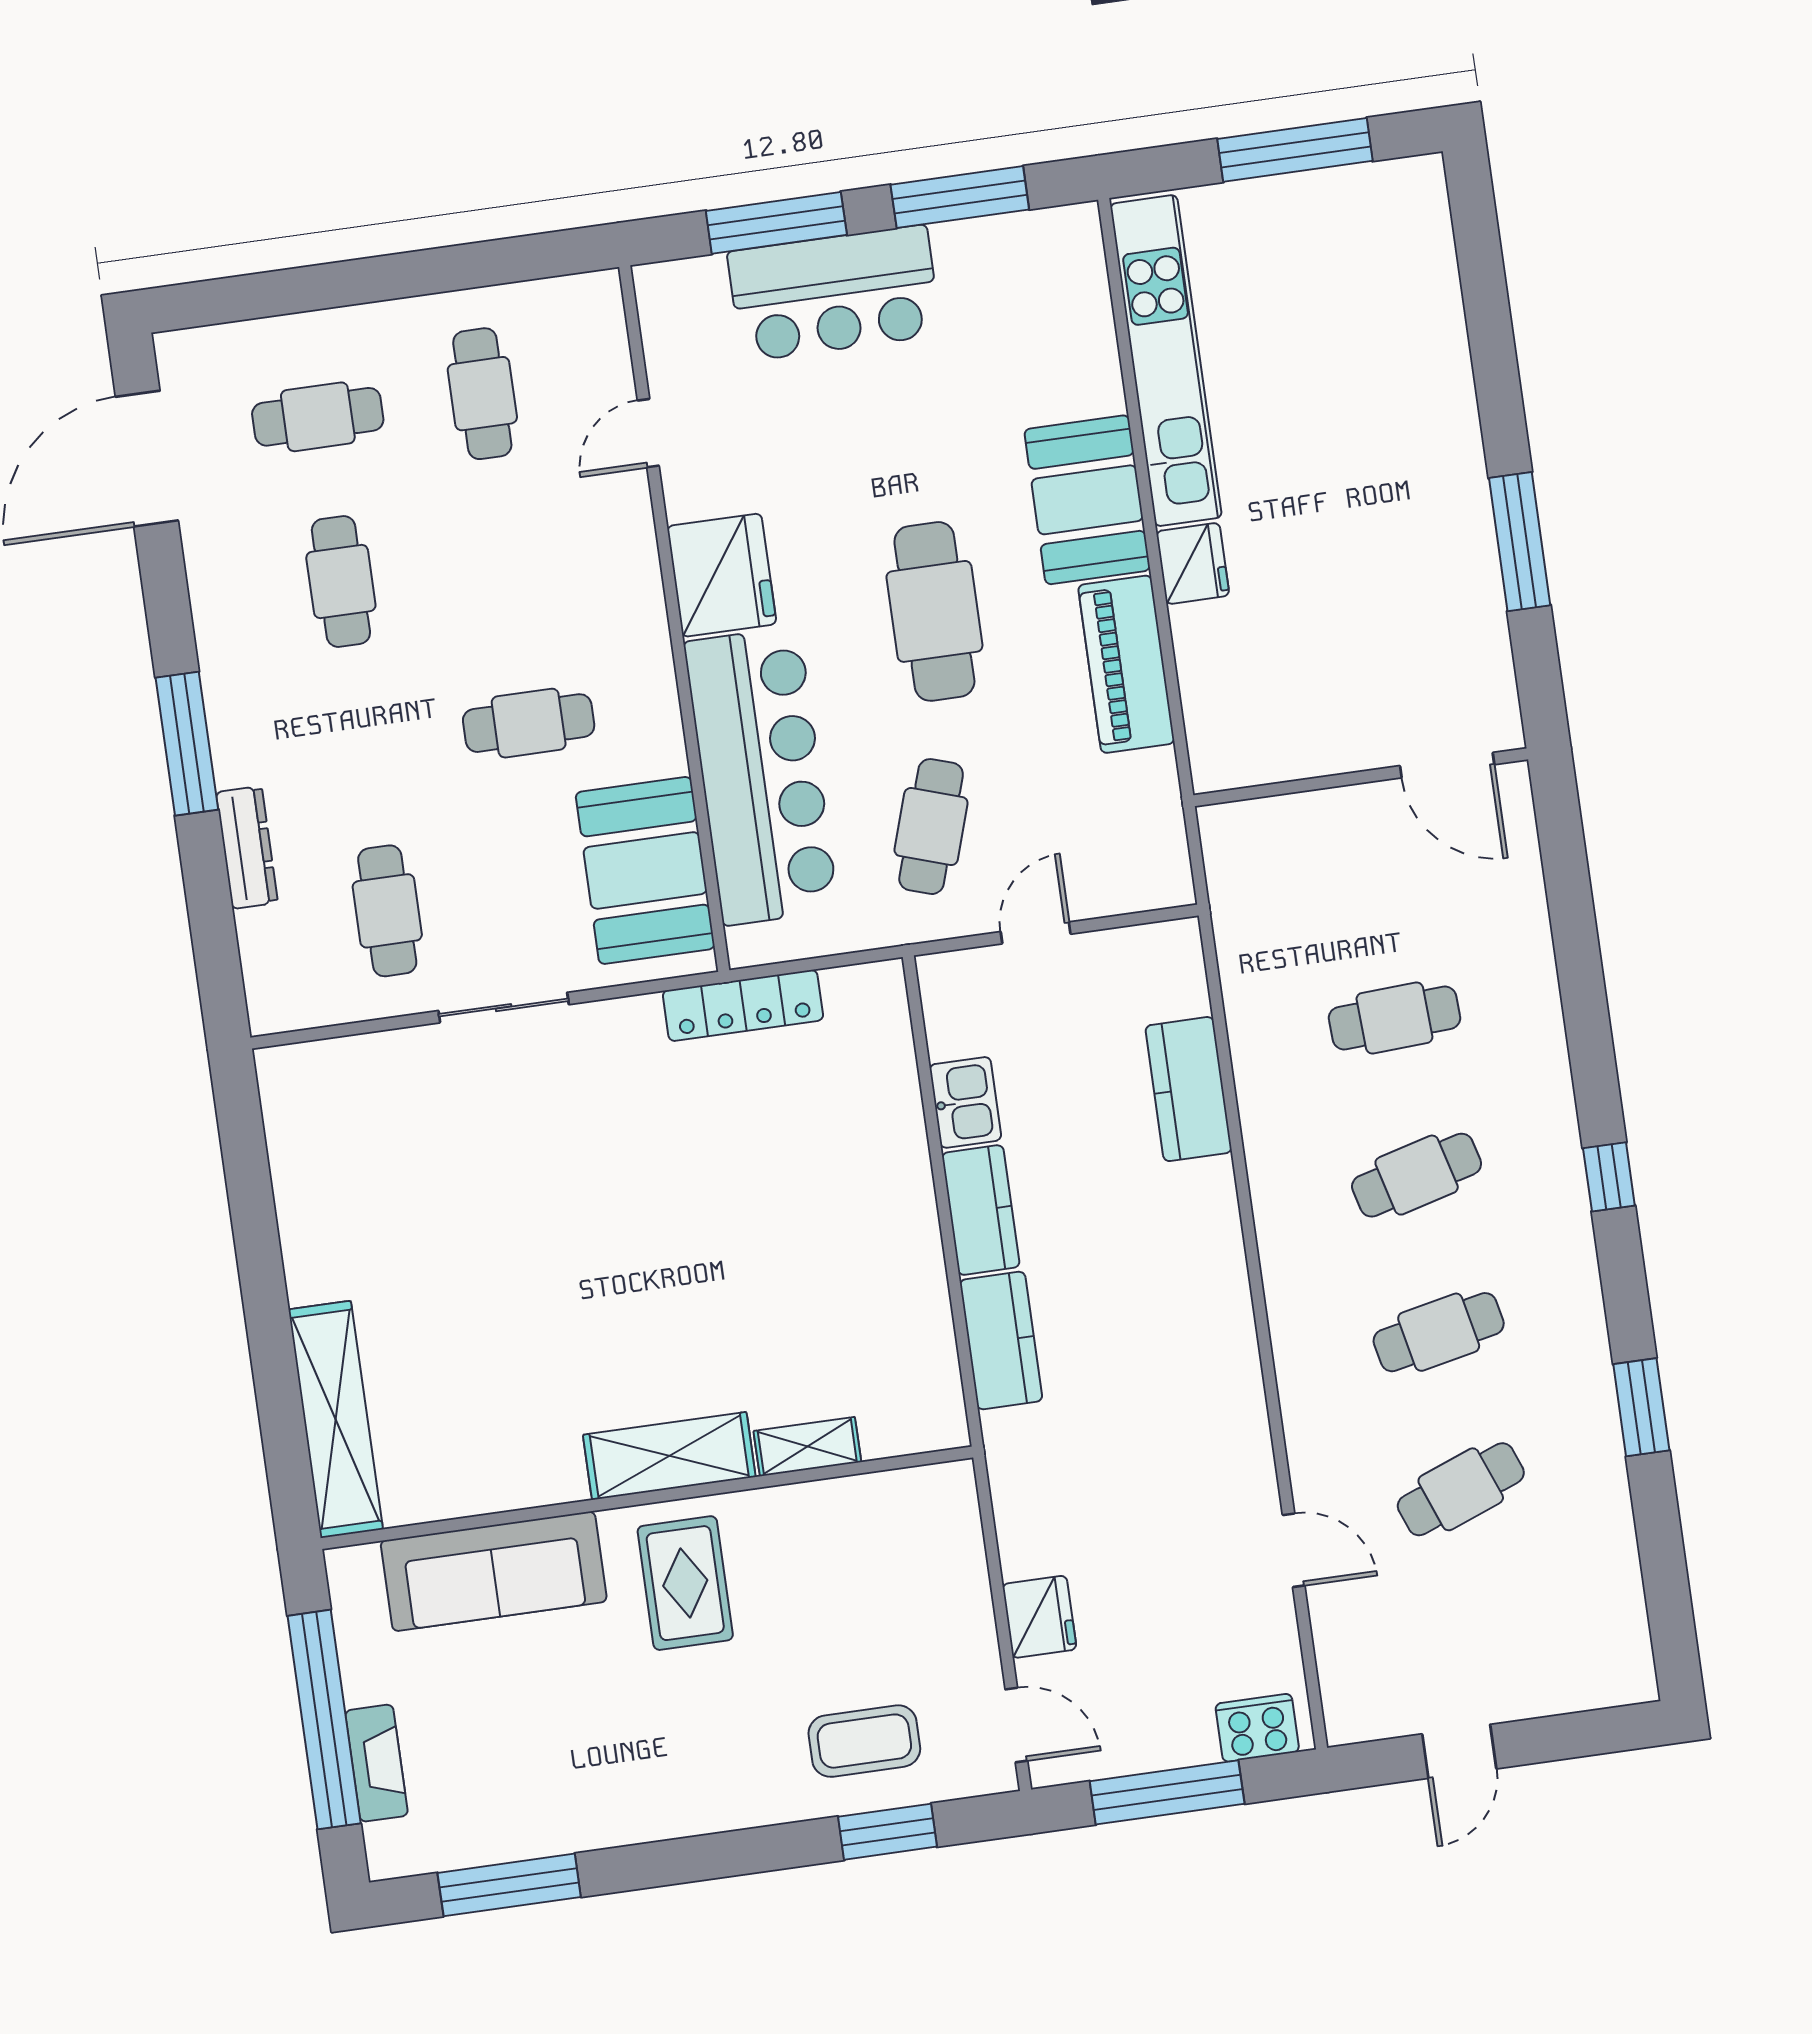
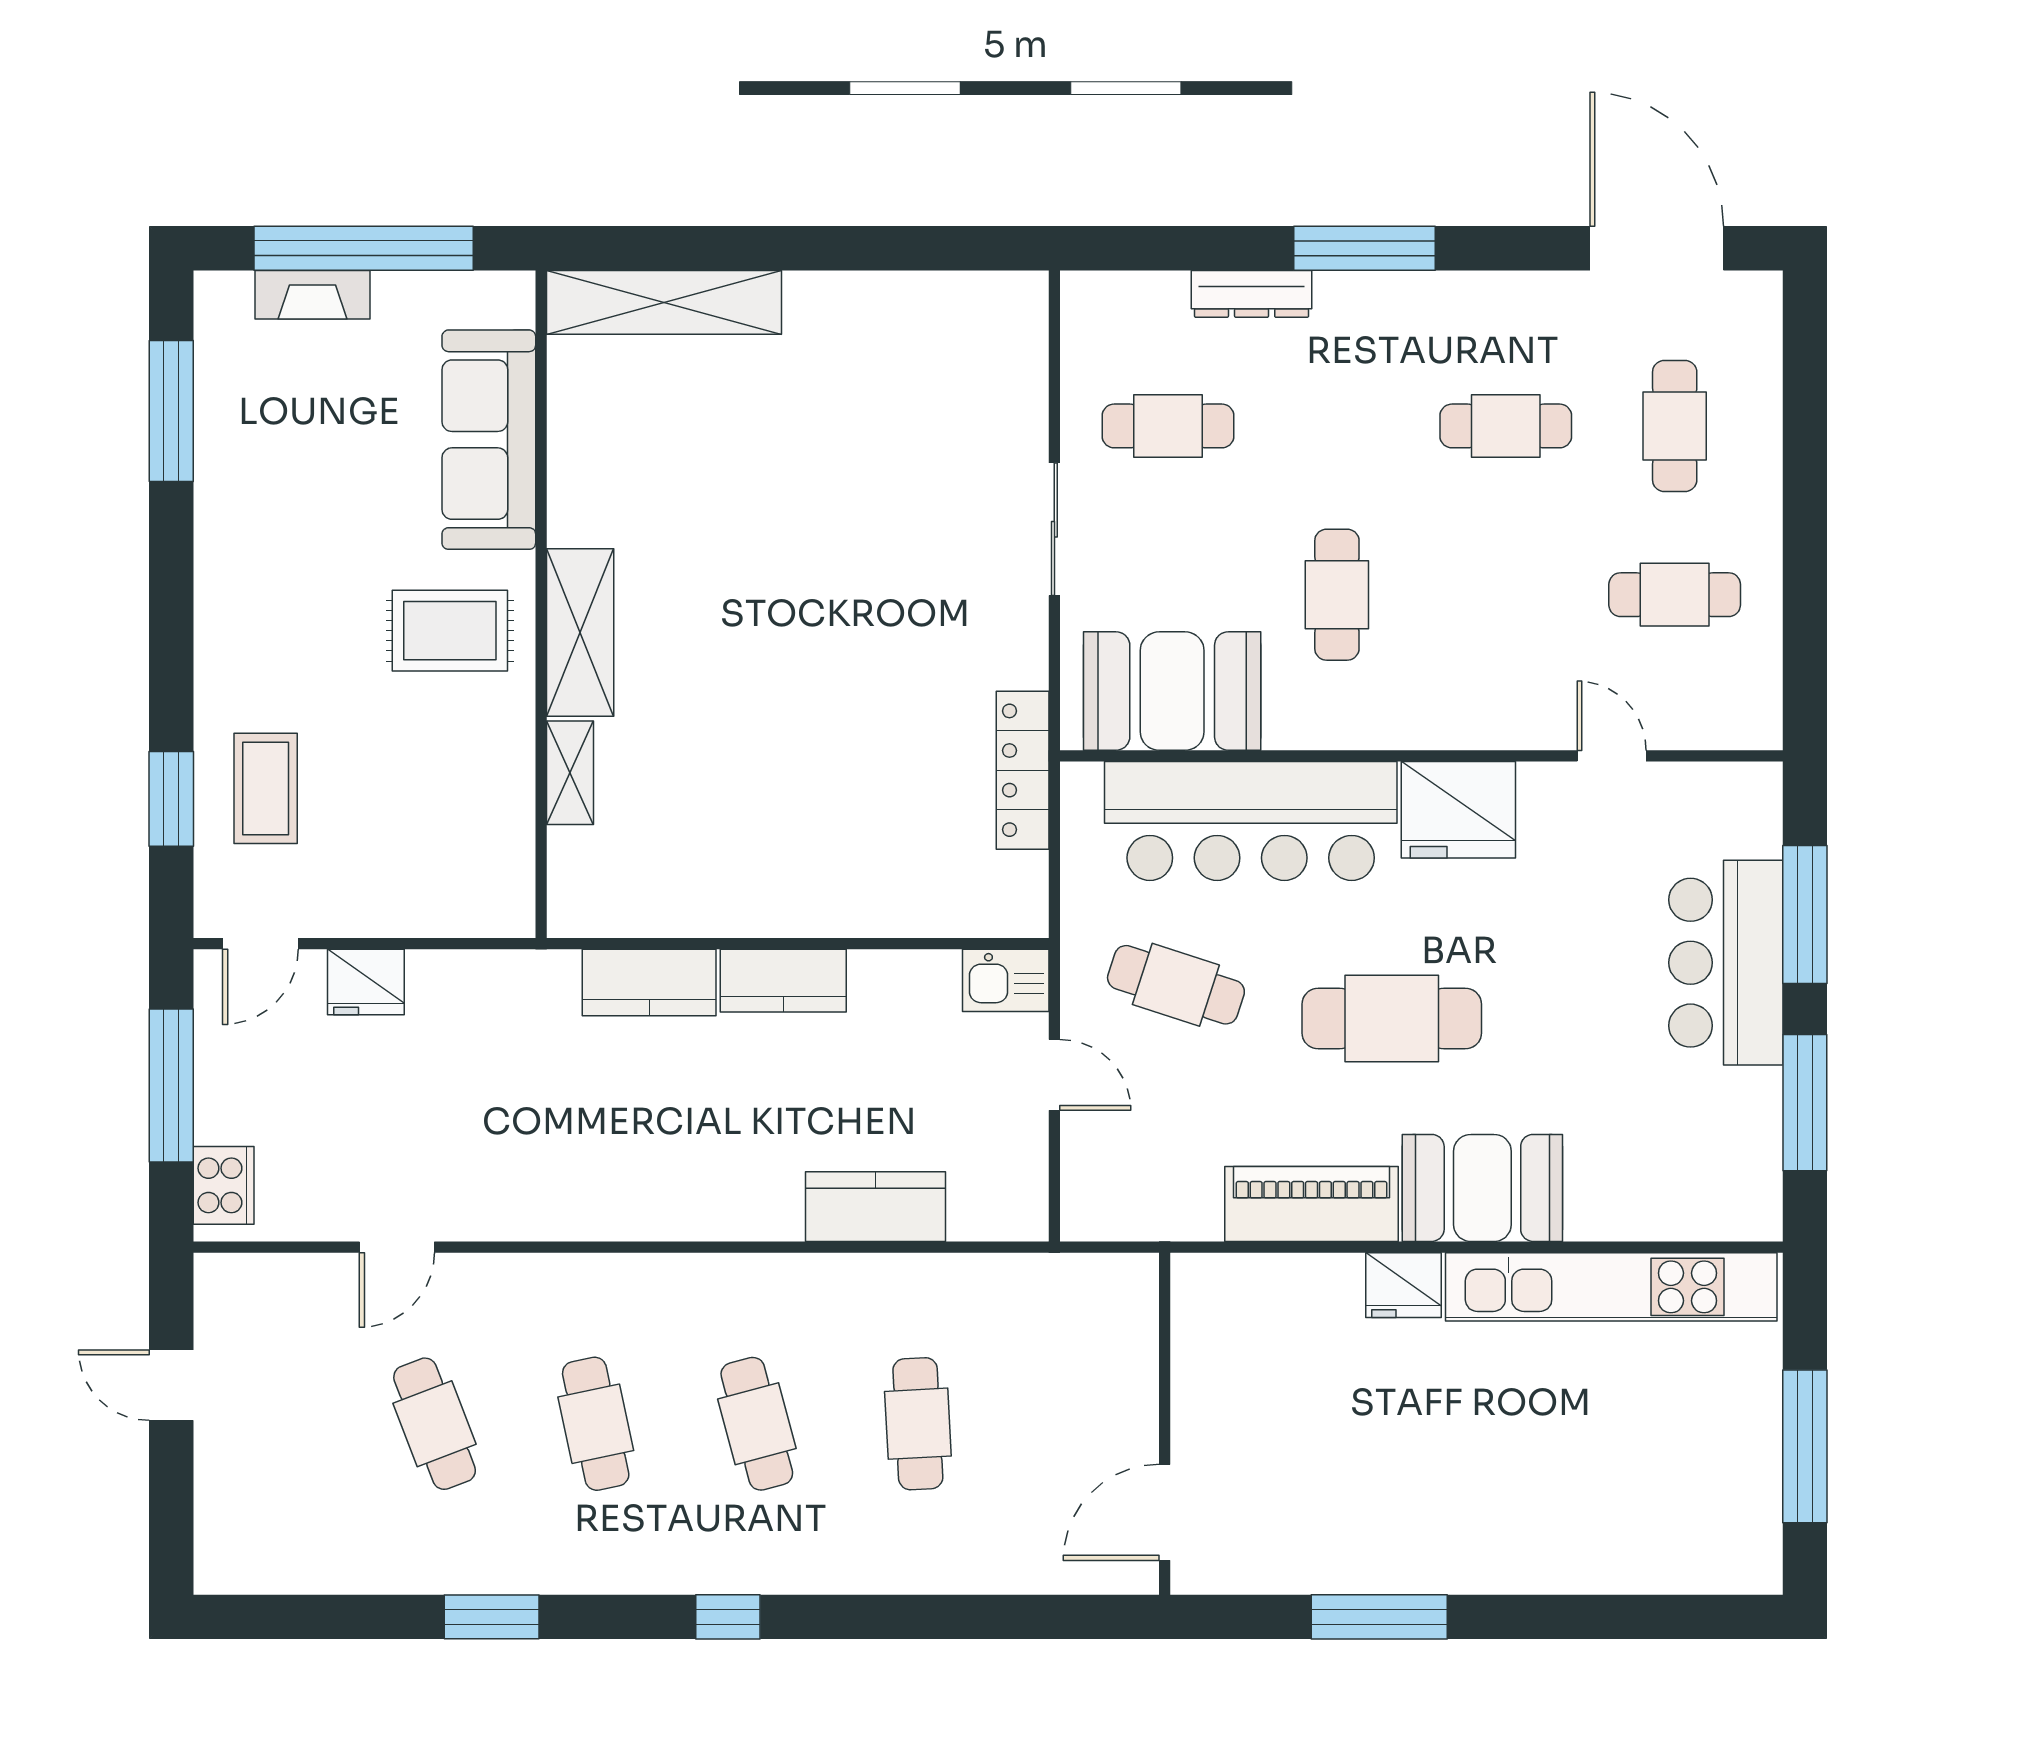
kitchen sink: (965, 1102) -> (1006, 980), moved

